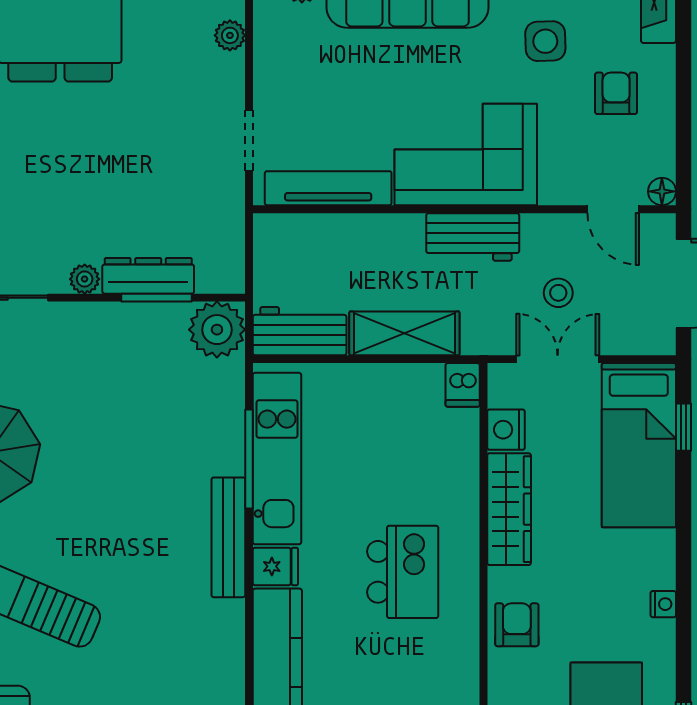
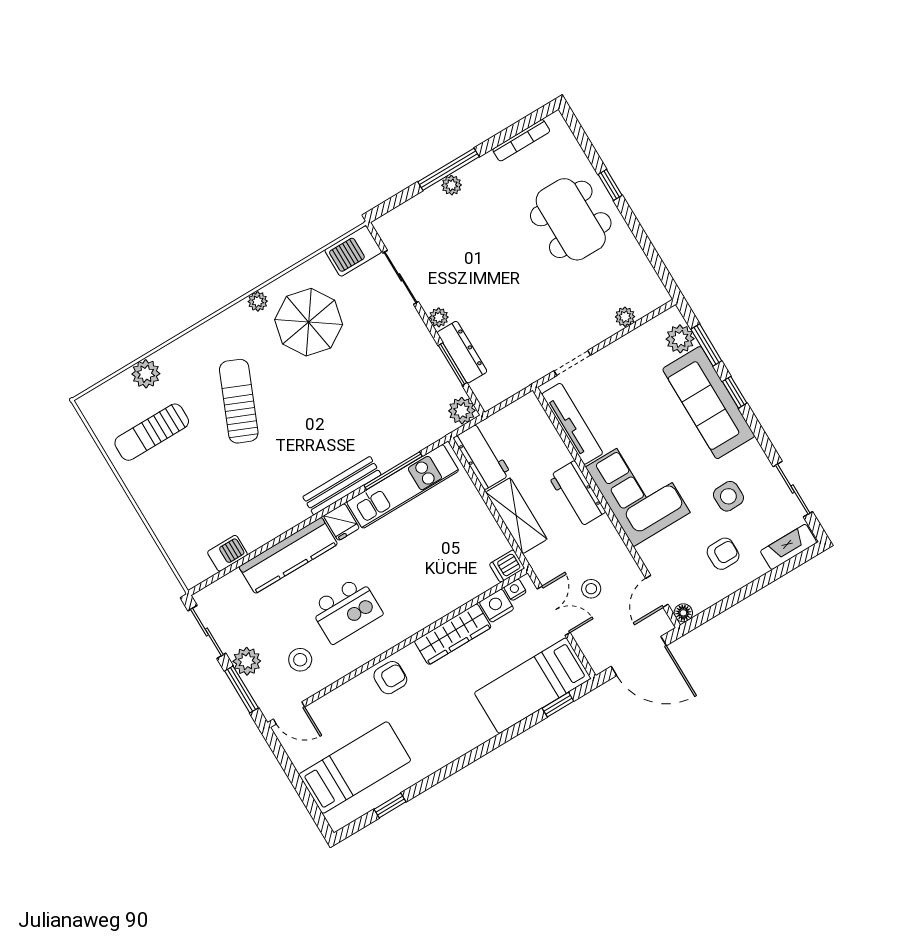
workbench: (473, 237) -> (577, 494), moved
plant: (217, 330) -> (462, 411), width x0.73, depth x0.73
kitchen island: (403, 572) -> (346, 610), moved
nightstand: (663, 604) -> (515, 590), moved, turned 180

